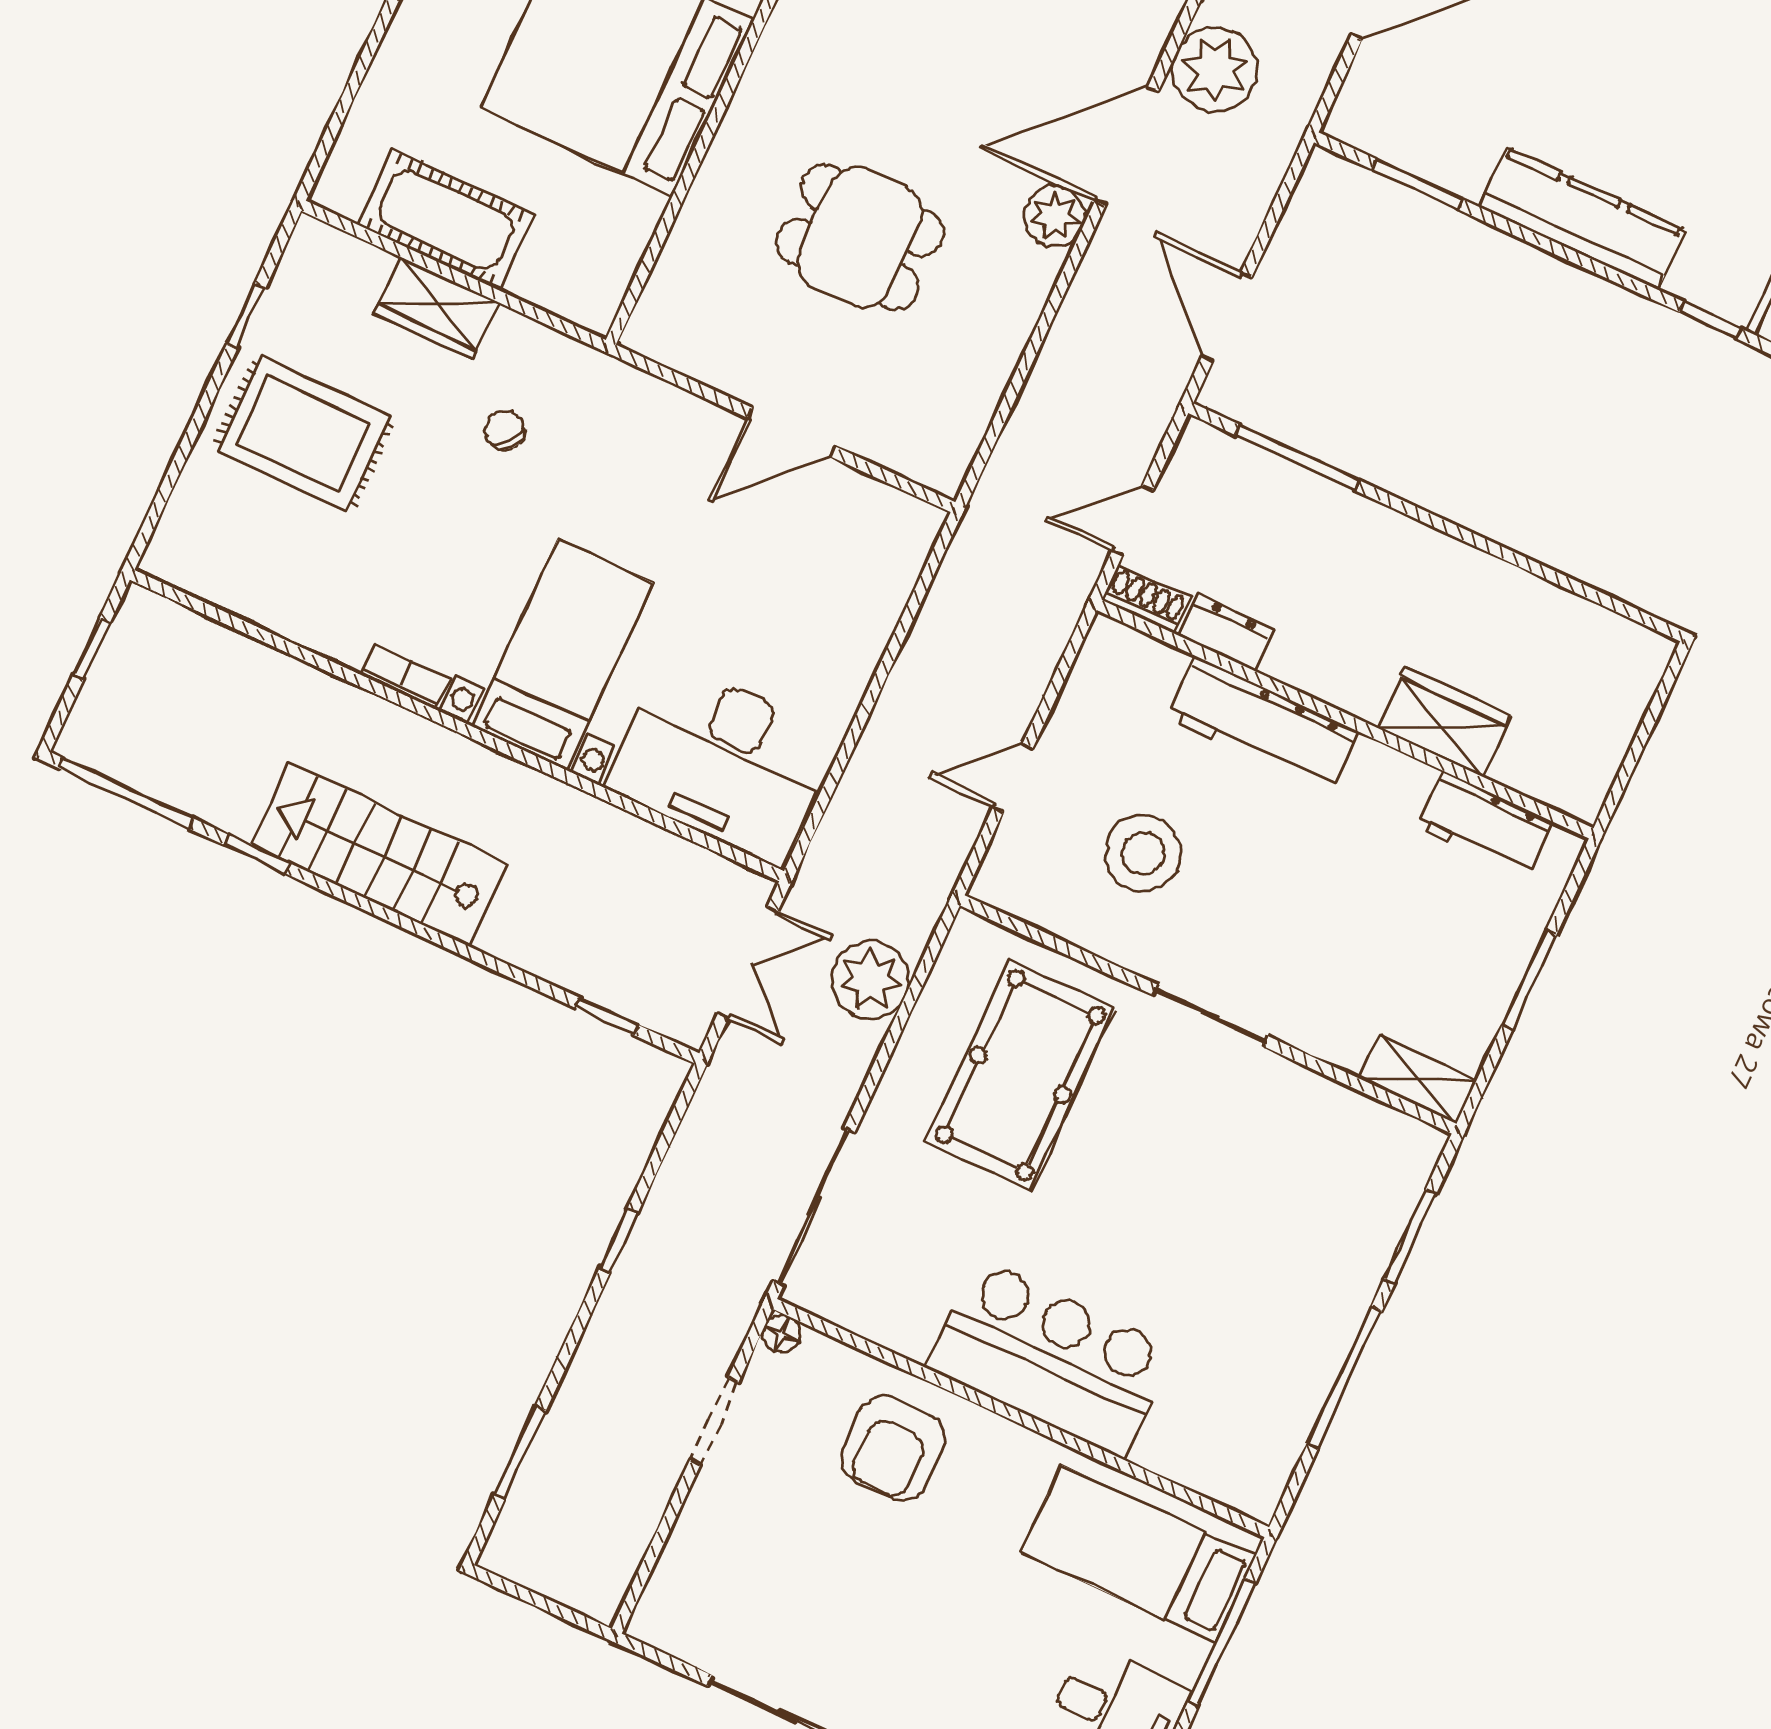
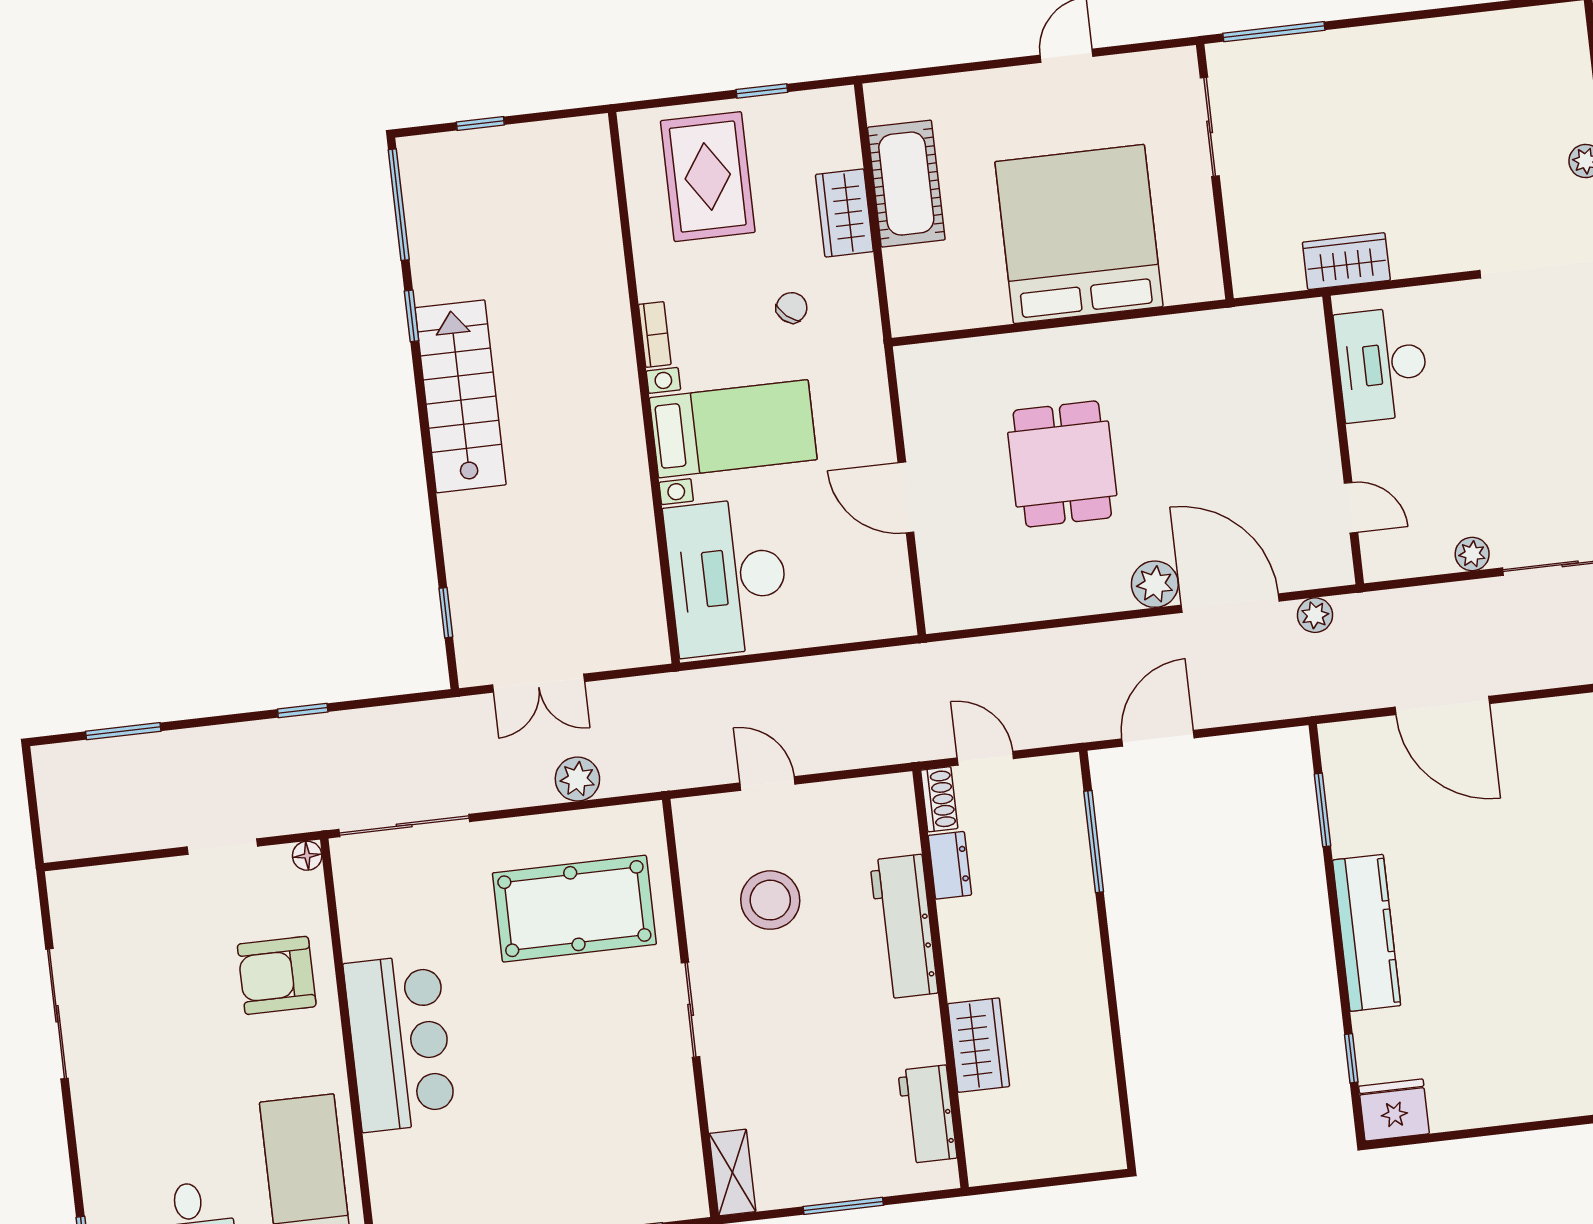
plant: (1215, 69) -> (1315, 615), width x0.53, depth x0.53
bed with nightstands: (562, 655) -> (733, 429), moved
bookcase: (405, 678) -> (655, 334), moved
wall: (457, 726) -> (644, 388), moved
desk: (722, 762) -> (727, 577), moved
plant: (870, 980) -> (577, 779), width x0.73, depth x0.73

